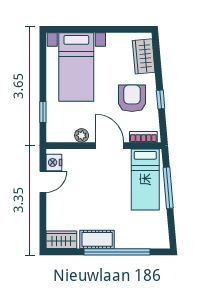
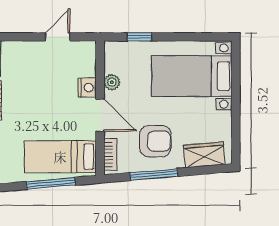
window: (161, 99) -> (154, 175), width x2.17
door: (110, 146) -> (100, 115), hinge flipped
nightstand: (54, 162) -> (87, 88), moved, turned 90
door: (43, 182) -> (58, 37), swing flipped

